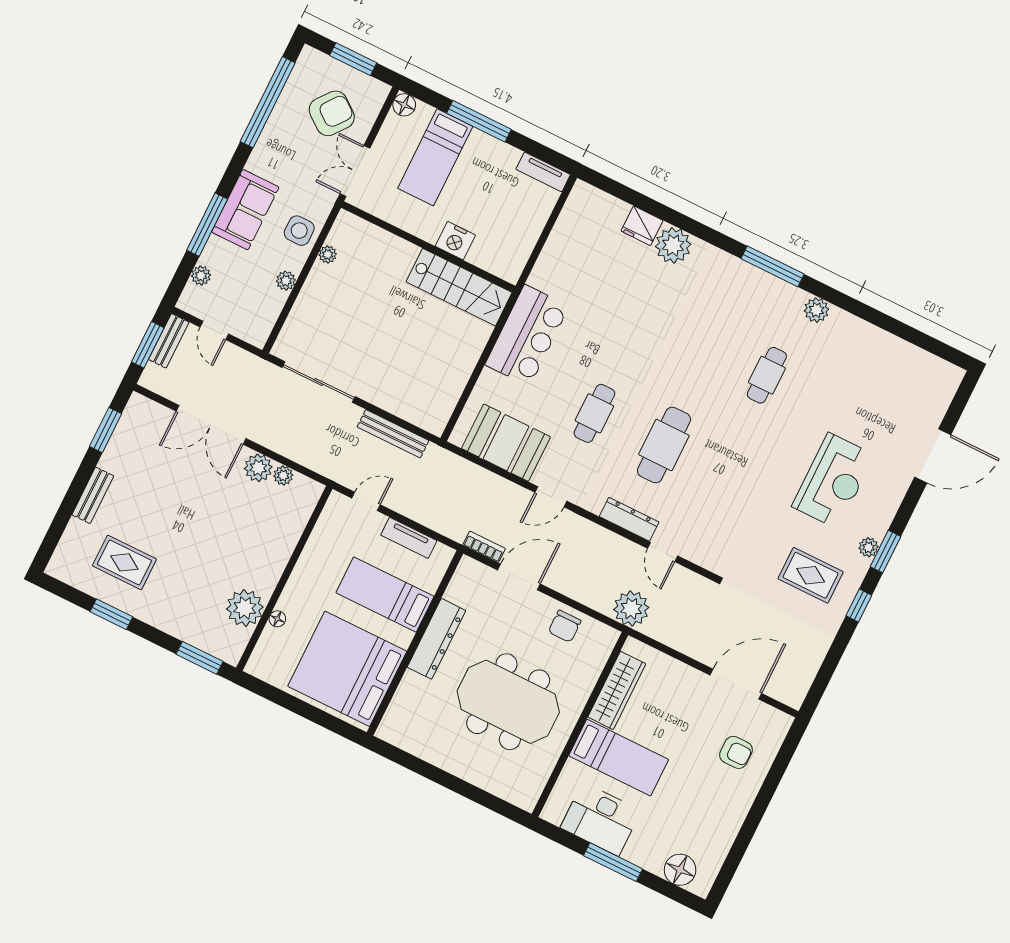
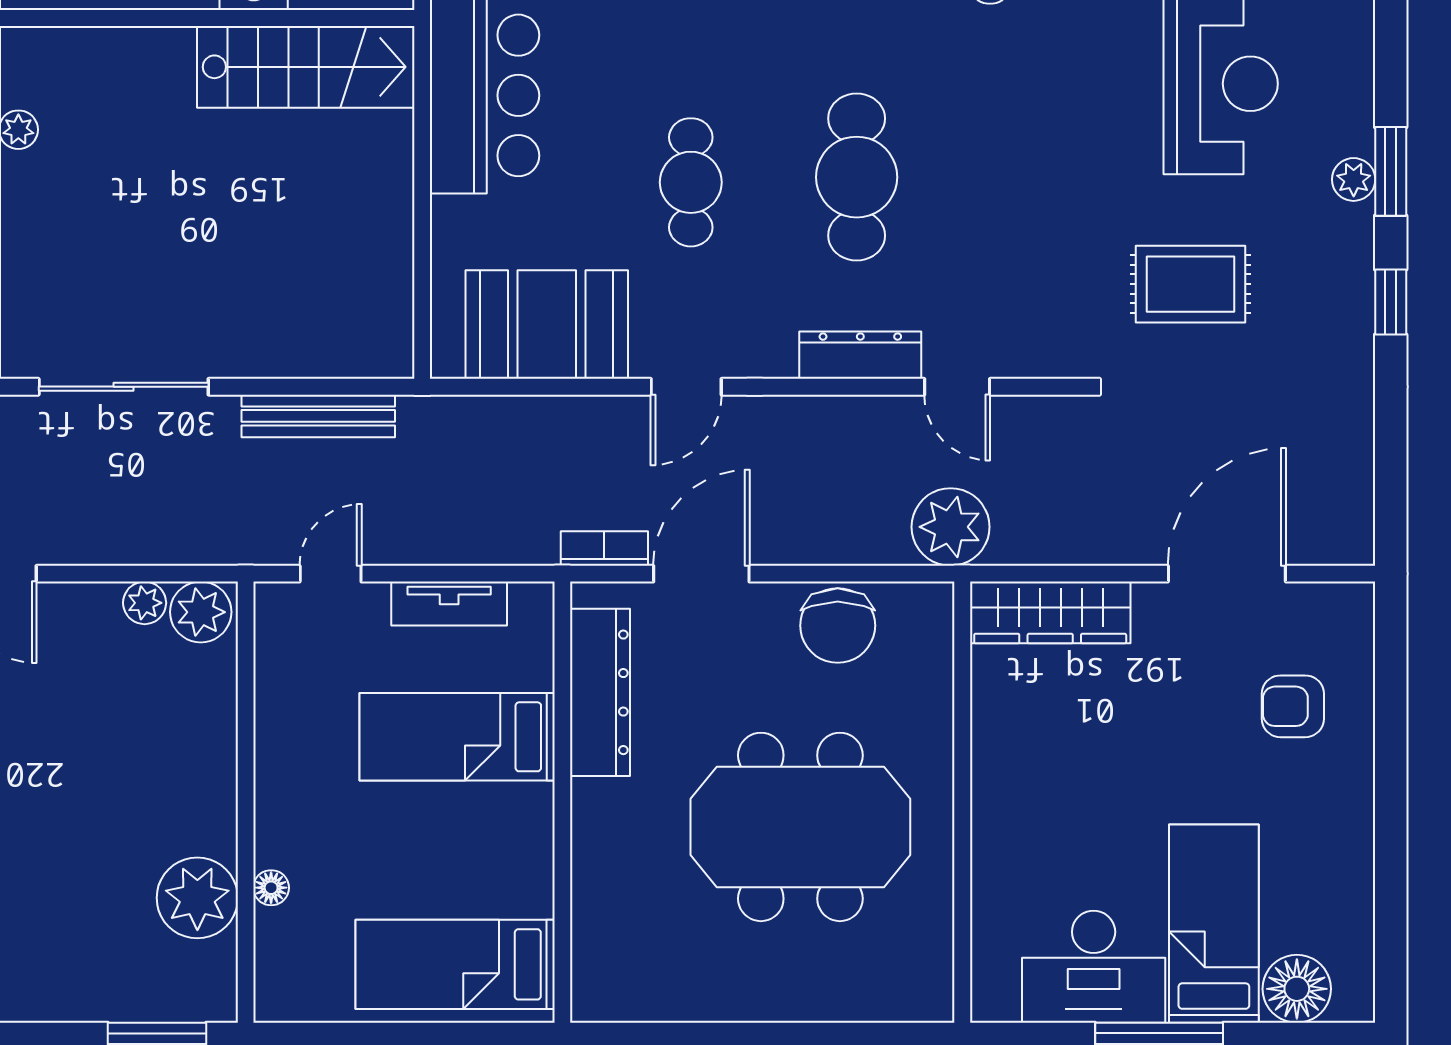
plant: (258, 468) -> (201, 612), moved
rug: (811, 575) -> (1190, 284), moved
chair: (565, 626) -> (838, 626), width x1.37, depth x1.37
dresser: (436, 639) -> (600, 692), moved
bed: (347, 669) -> (455, 964), width x0.49
wardrobe: (617, 690) -> (1050, 612), moved, turned 90
armchair: (736, 752) -> (1293, 706), turned 180
bed: (619, 758) -> (1214, 924), moved, turned -90

